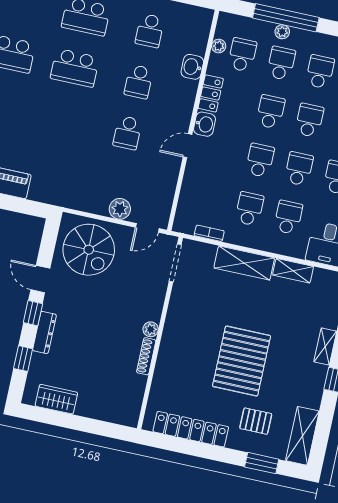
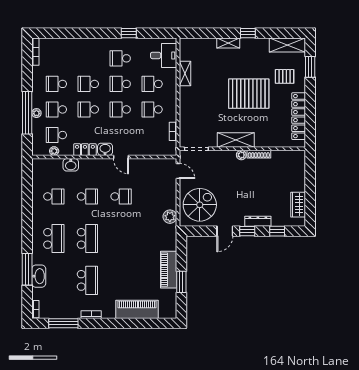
plant: (120, 209) -> (170, 217), moved
shelving: (244, 263) -> (236, 140), moved, turned 90
pallet: (256, 421) -> (285, 76), turned 90

